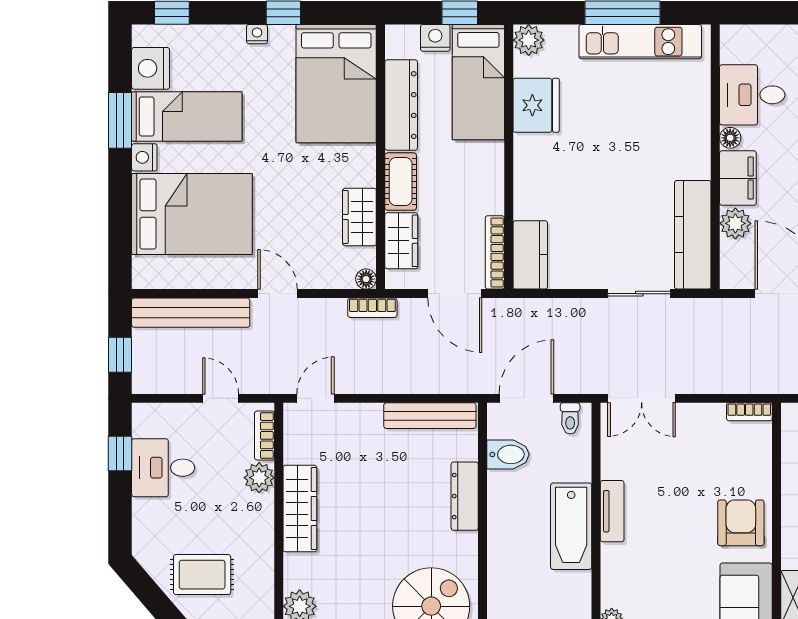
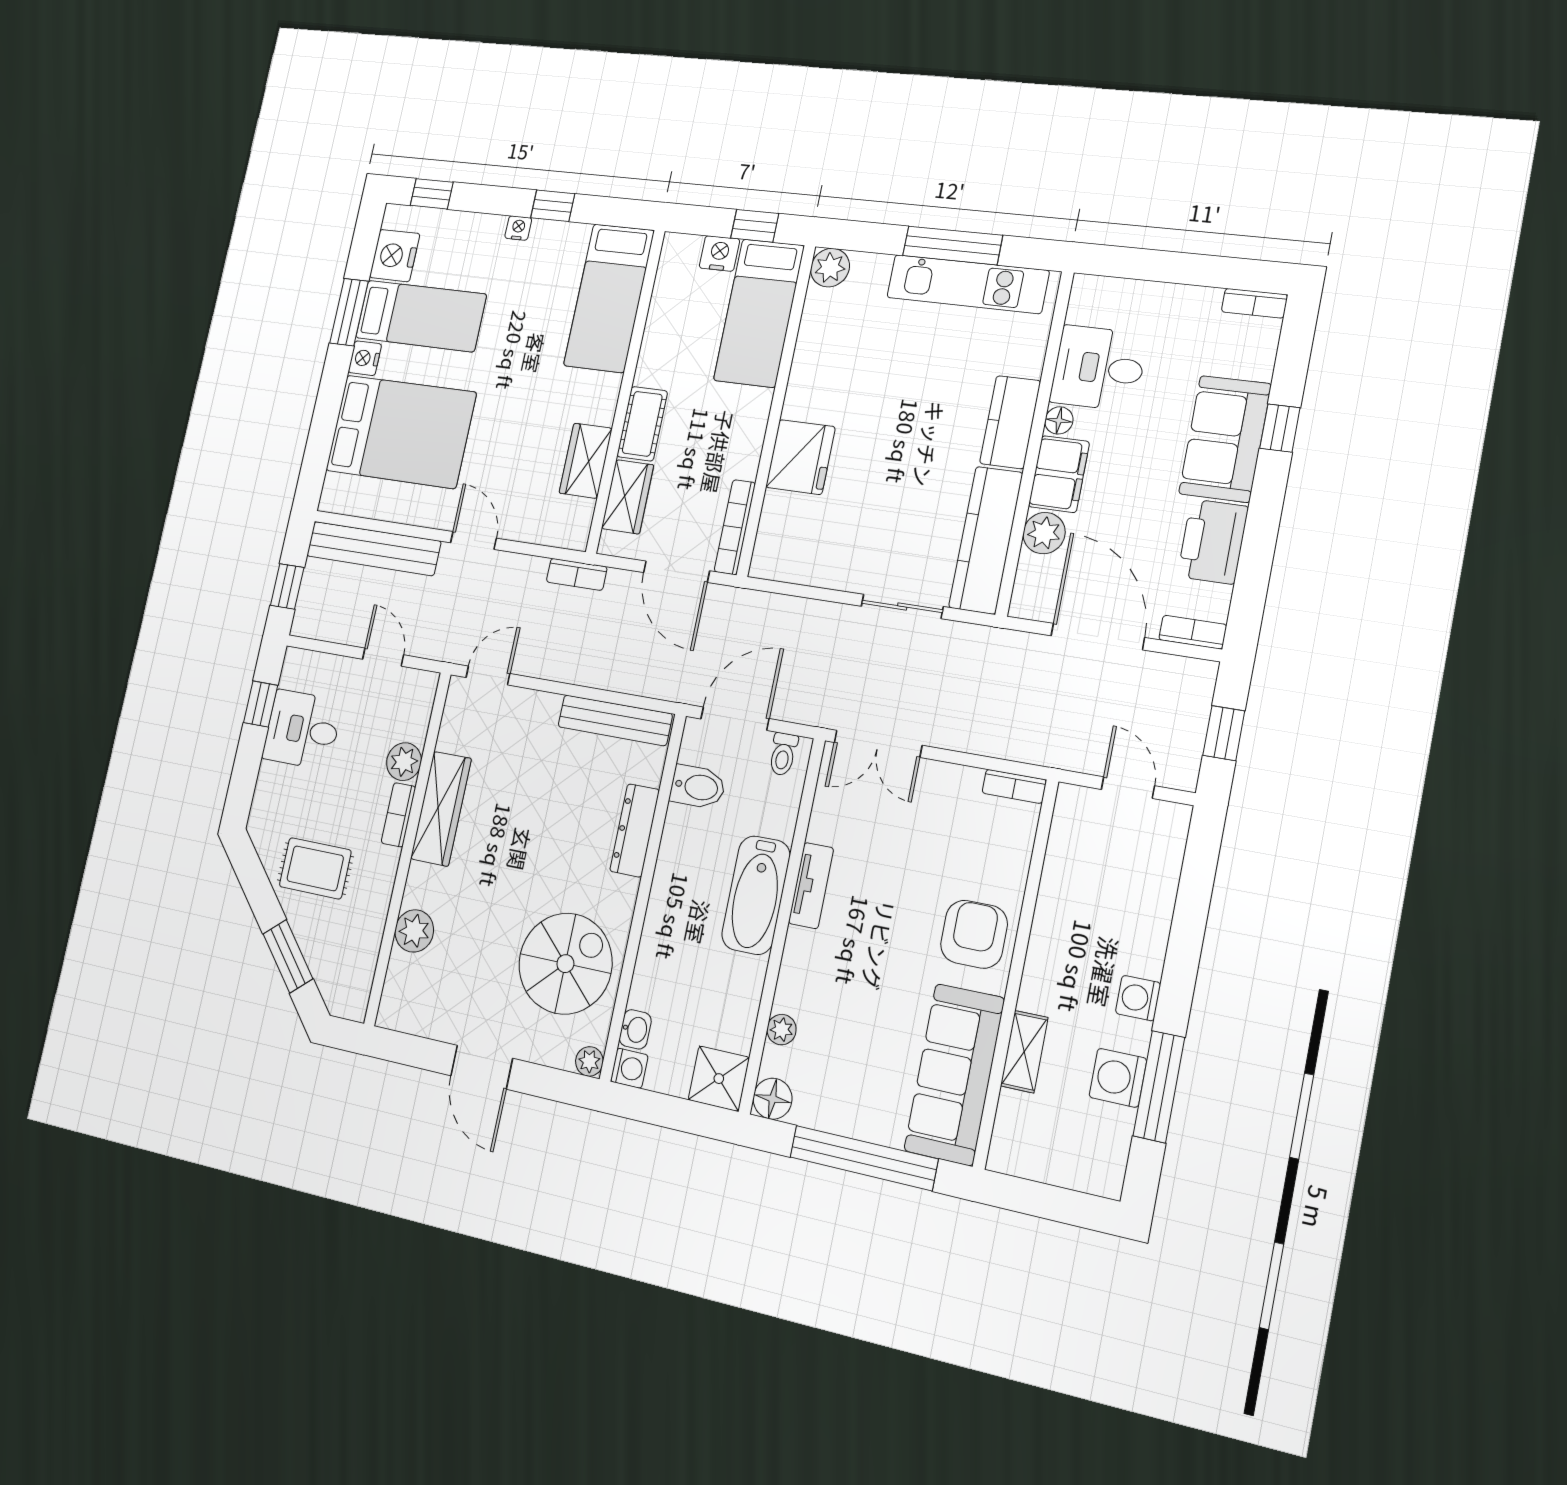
bed: (336, 84) -> (609, 298), width x0.67
dresser: (401, 105) -> (663, 331), removed
fridge: (536, 105) -> (800, 457), moved
kitchen counter: (530, 255) -> (1010, 422), moved, turned 180
floor lamp: (366, 279) -> (577, 538), removed
bookcase: (264, 435) -> (398, 815), moved

